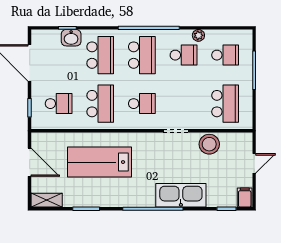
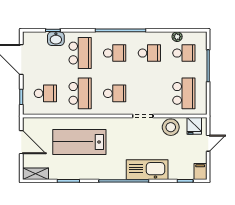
plant: (198, 35) -> (177, 37), moved
school desk: (142, 55) -> (115, 53), width x0.54
fridge: (237, 143) -> (194, 126), added

